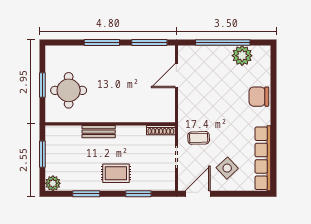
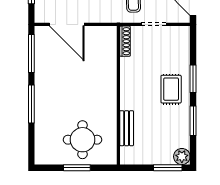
door: (176, 76) -> (67, 24), width x1.36
bench: (99, 132) -> (127, 128), moved
window: (42, 154) -> (168, 168), moved
window: (138, 194) -> (193, 79), moved

